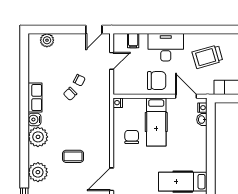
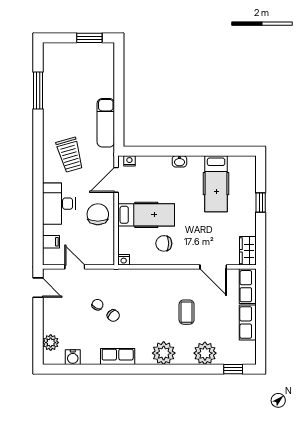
water cooler: (34, 120) -> (73, 357), moved
washbasin: (202, 120) -> (179, 161), moved

